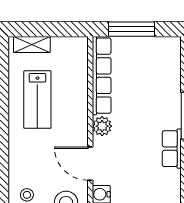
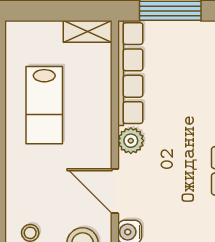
shelving: (32, 44) -> (88, 31), moved

